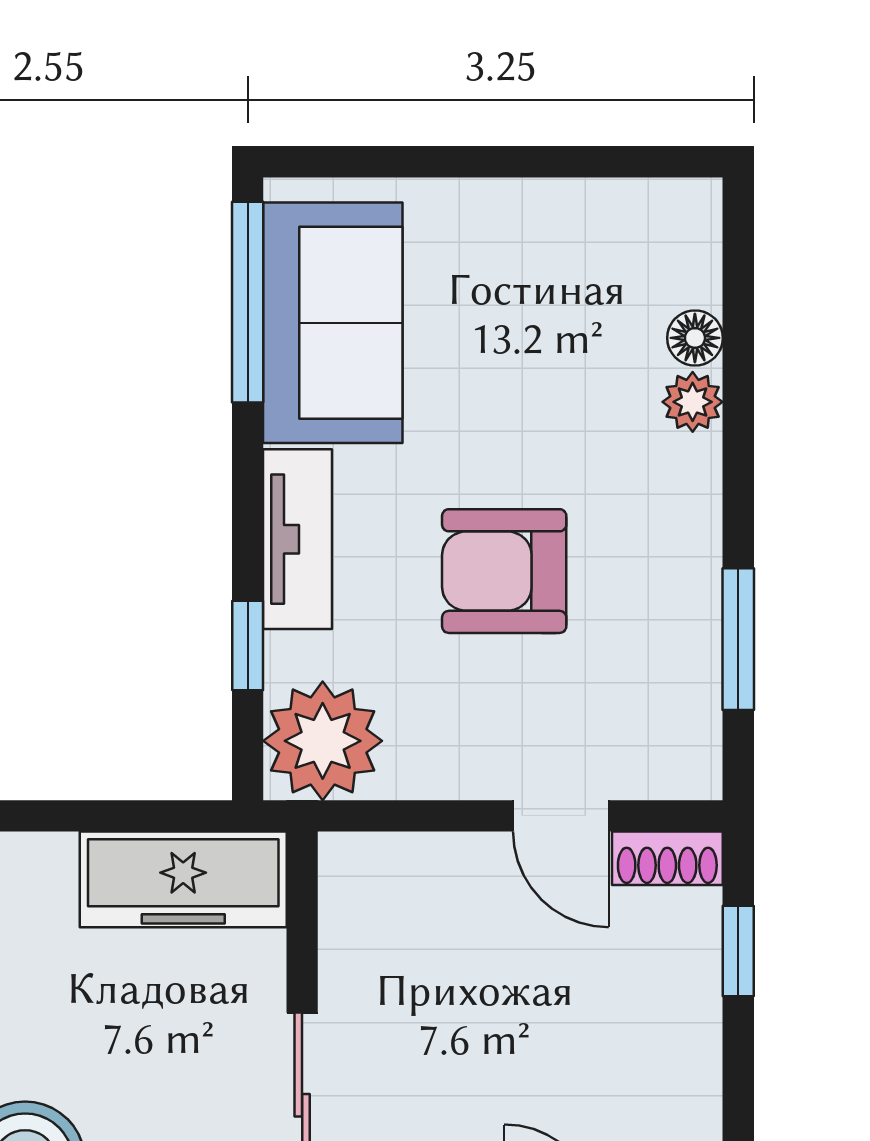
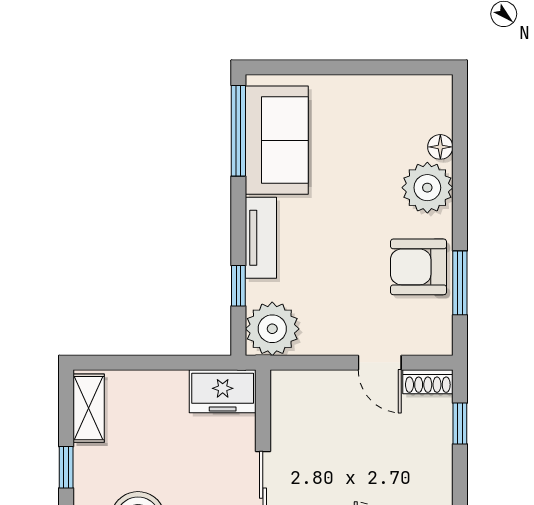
plant: (693, 402) -> (427, 188), width x1.87, depth x1.87
armchair: (504, 571) -> (419, 267), moved
freezer: (183, 879) -> (223, 391), width x0.71

